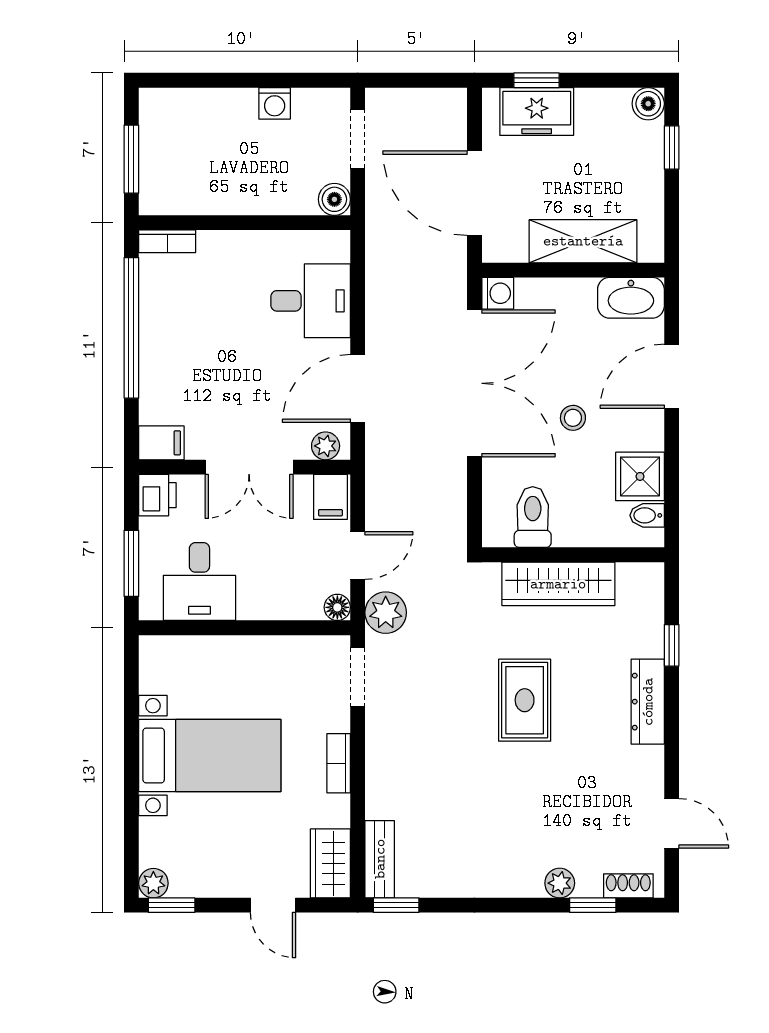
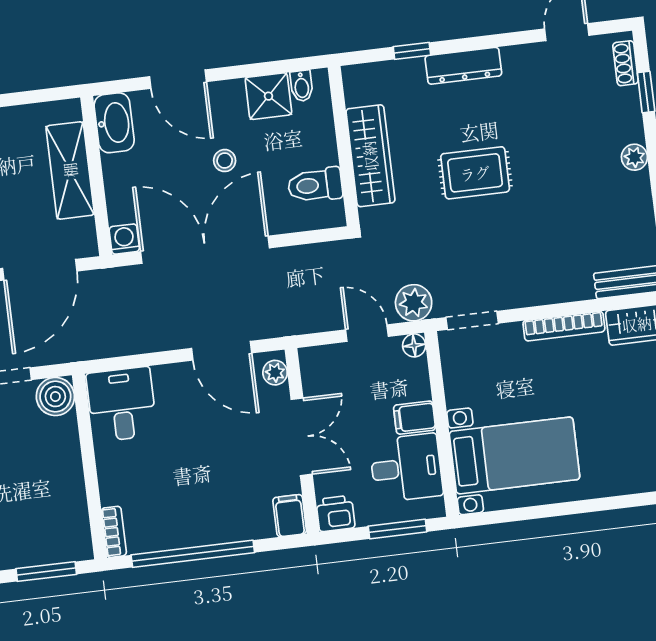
boiler: (334, 199) -> (55, 397), width x1.36, depth x1.36
desk: (311, 301) -> (122, 404), moved
filing cabinet: (330, 497) -> (415, 418), moved, turned 180
bed with nightstands: (210, 755) -> (515, 455), moved, turned 90
bookcase: (339, 763) -> (564, 326), width x1.56
plant: (560, 883) -> (634, 157), moved

